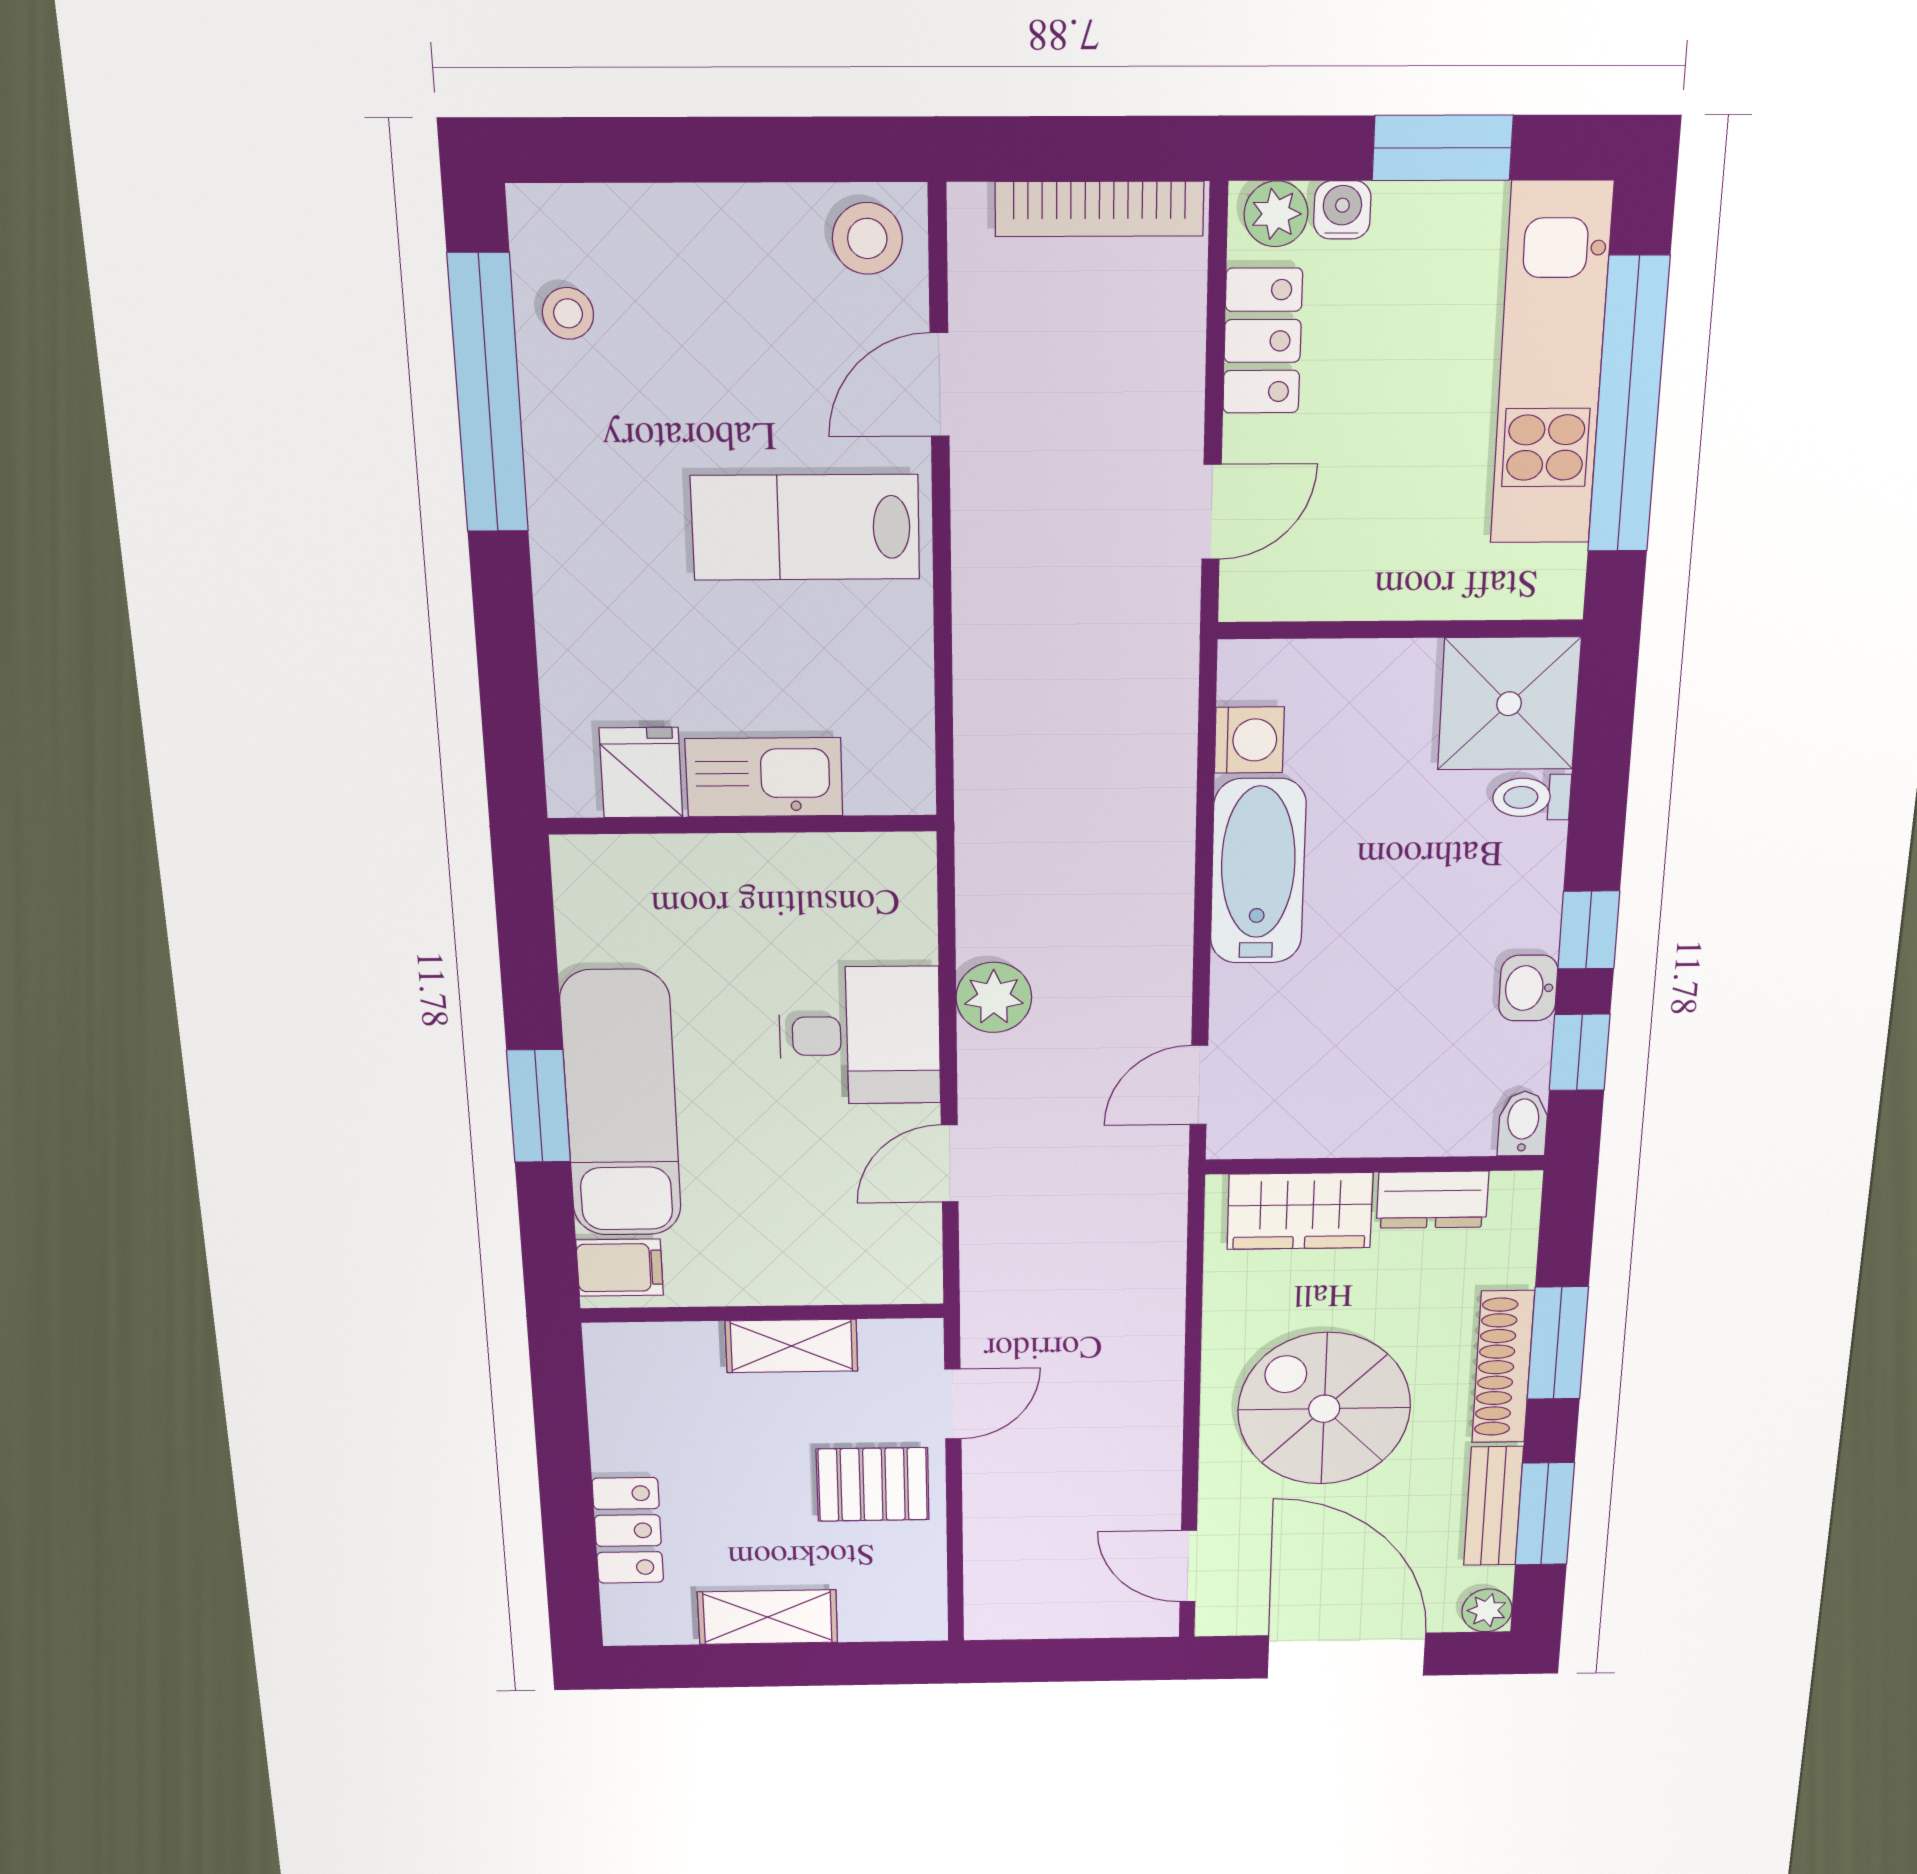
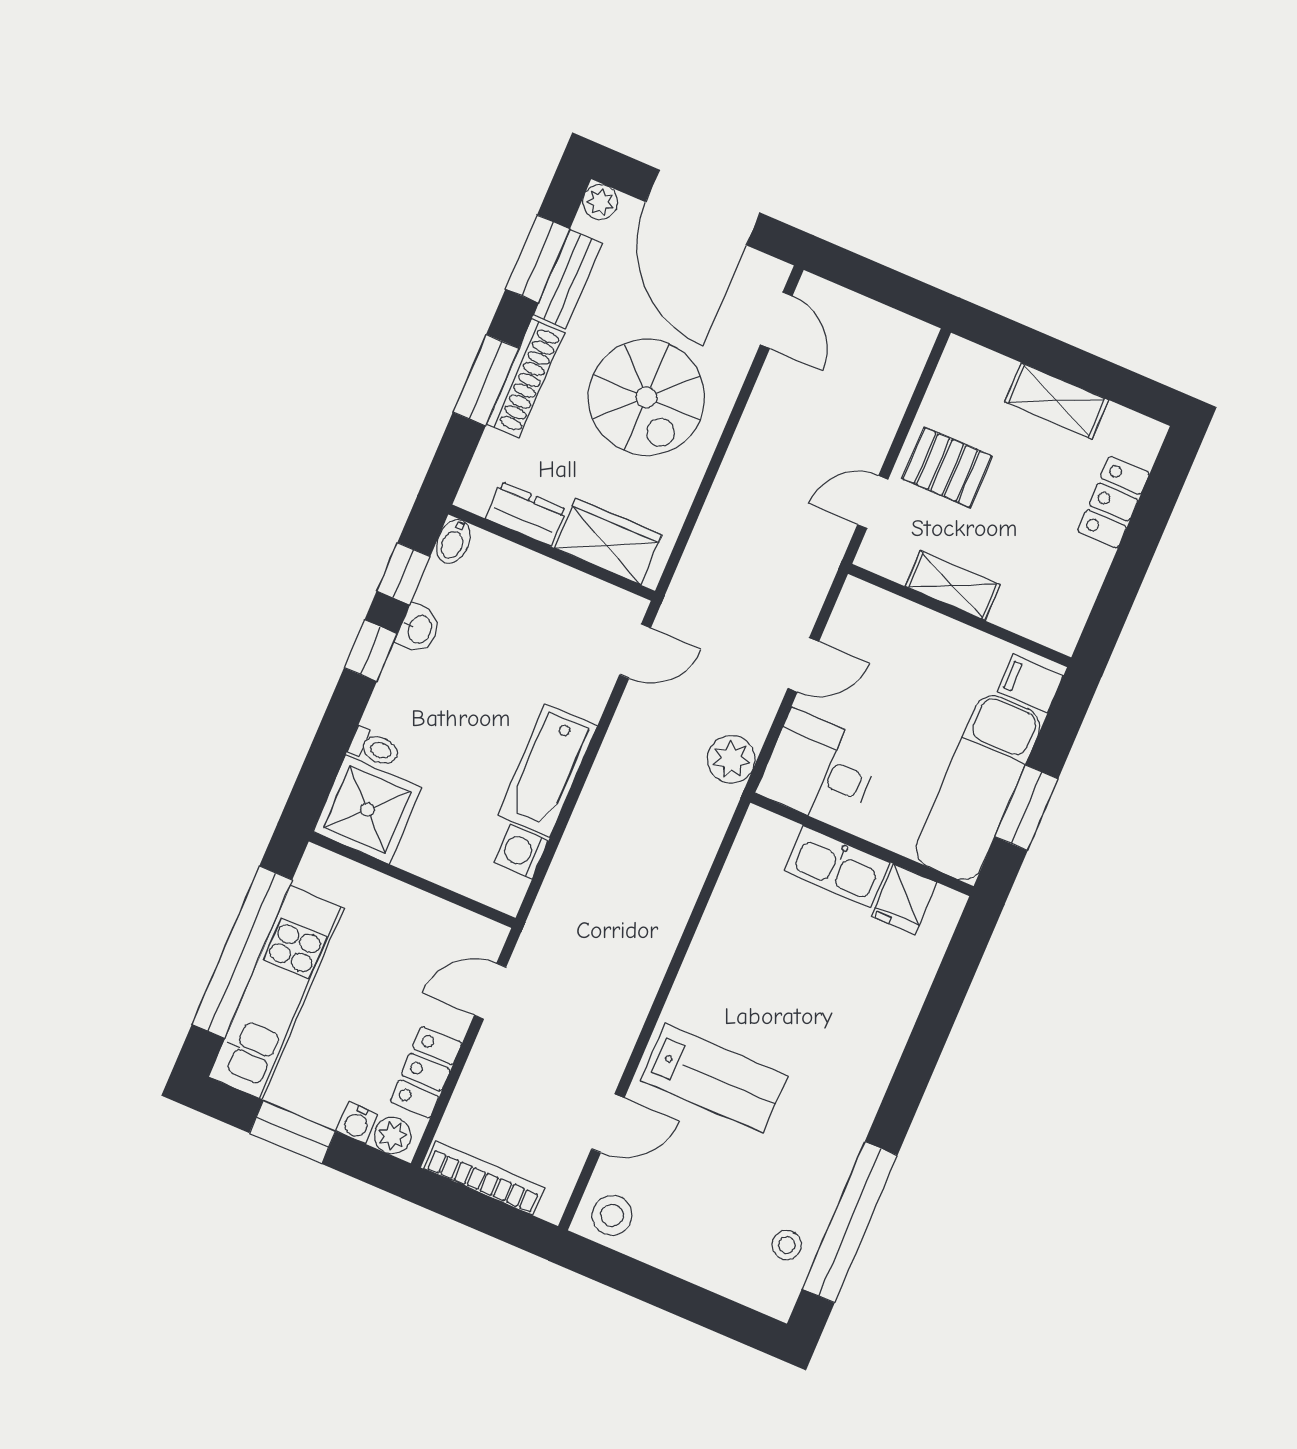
fridge: (641, 773) -> (904, 899), moved
kitchen sink: (764, 777) -> (837, 867), moved
wall: (743, 825) -> (862, 844), moved

